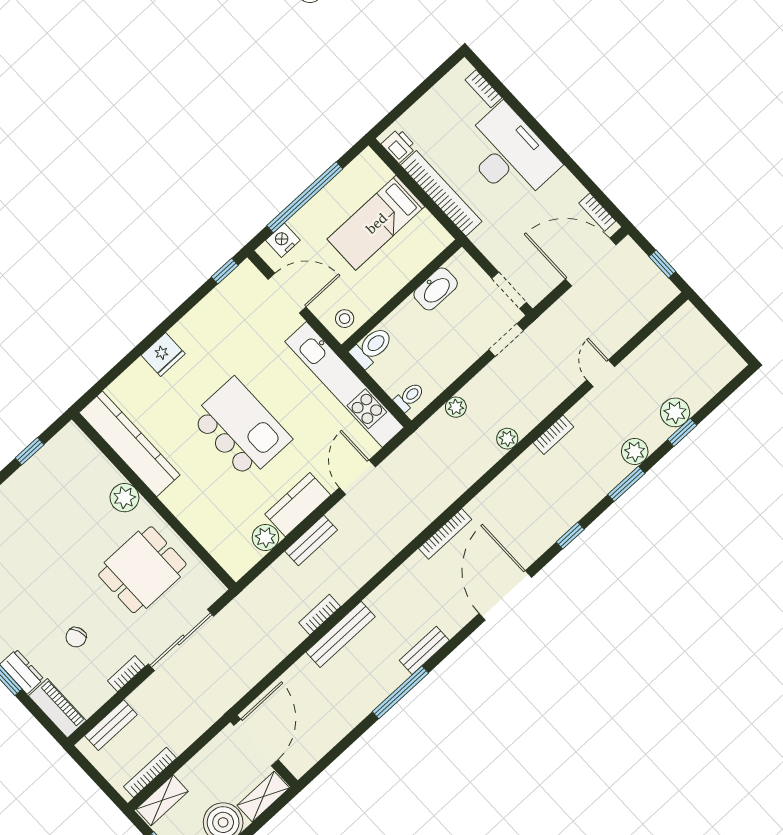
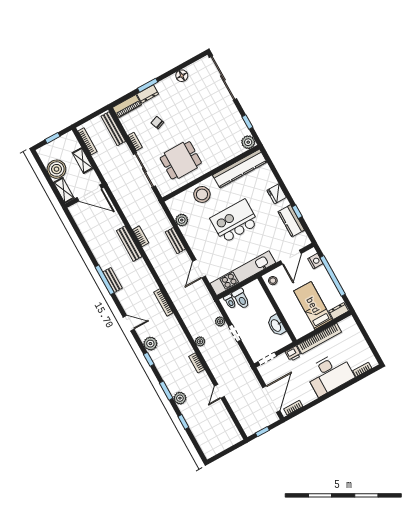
printer: (399, 146) -> (293, 354), moved
dresser: (374, 167) -> (339, 311), added
window: (225, 271) -> (297, 212), moved
doorway: (506, 340) -> (235, 333), moved
toilet: (372, 347) -> (241, 299), moved
door: (601, 373) -> (219, 391), swing flipped
plant: (675, 412) -> (150, 344), moved
kitchen island: (241, 428) -> (234, 221), turned 180
door: (357, 477) -> (199, 269), swing flipped
plant: (124, 498) -> (248, 142), moved
kitchen counter: (298, 505) -> (291, 221), moved, turned 180
stool: (202, 509) -> (202, 194), added
dining table: (142, 570) -> (181, 160), turned 90
door: (505, 595) -> (129, 323), width x0.53
window: (400, 692) -> (105, 280), moved
bench: (111, 725) -> (113, 129), width x1.36
shelving: (162, 800) -> (83, 161), moved

